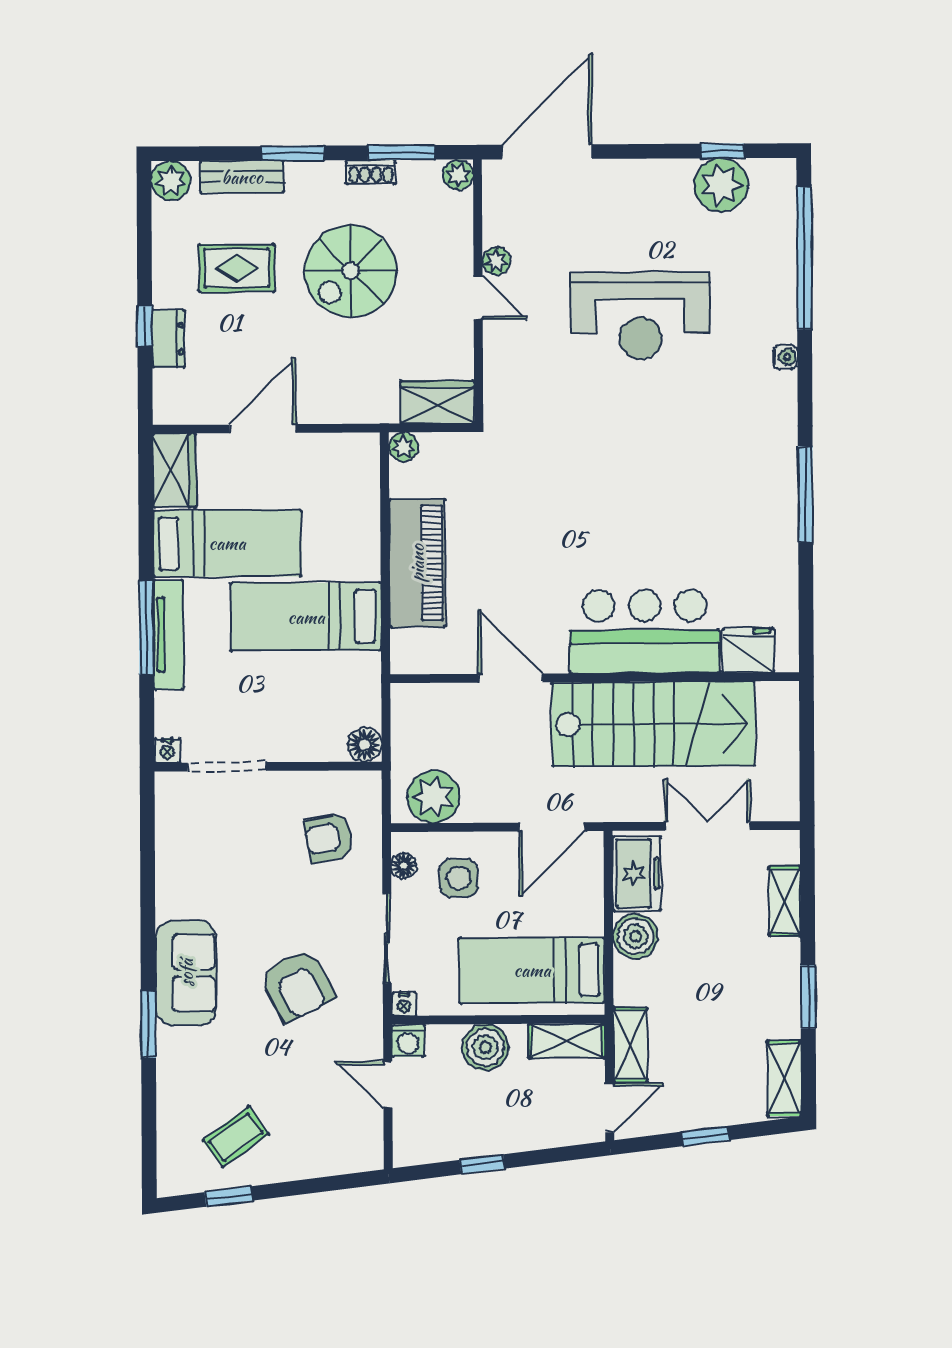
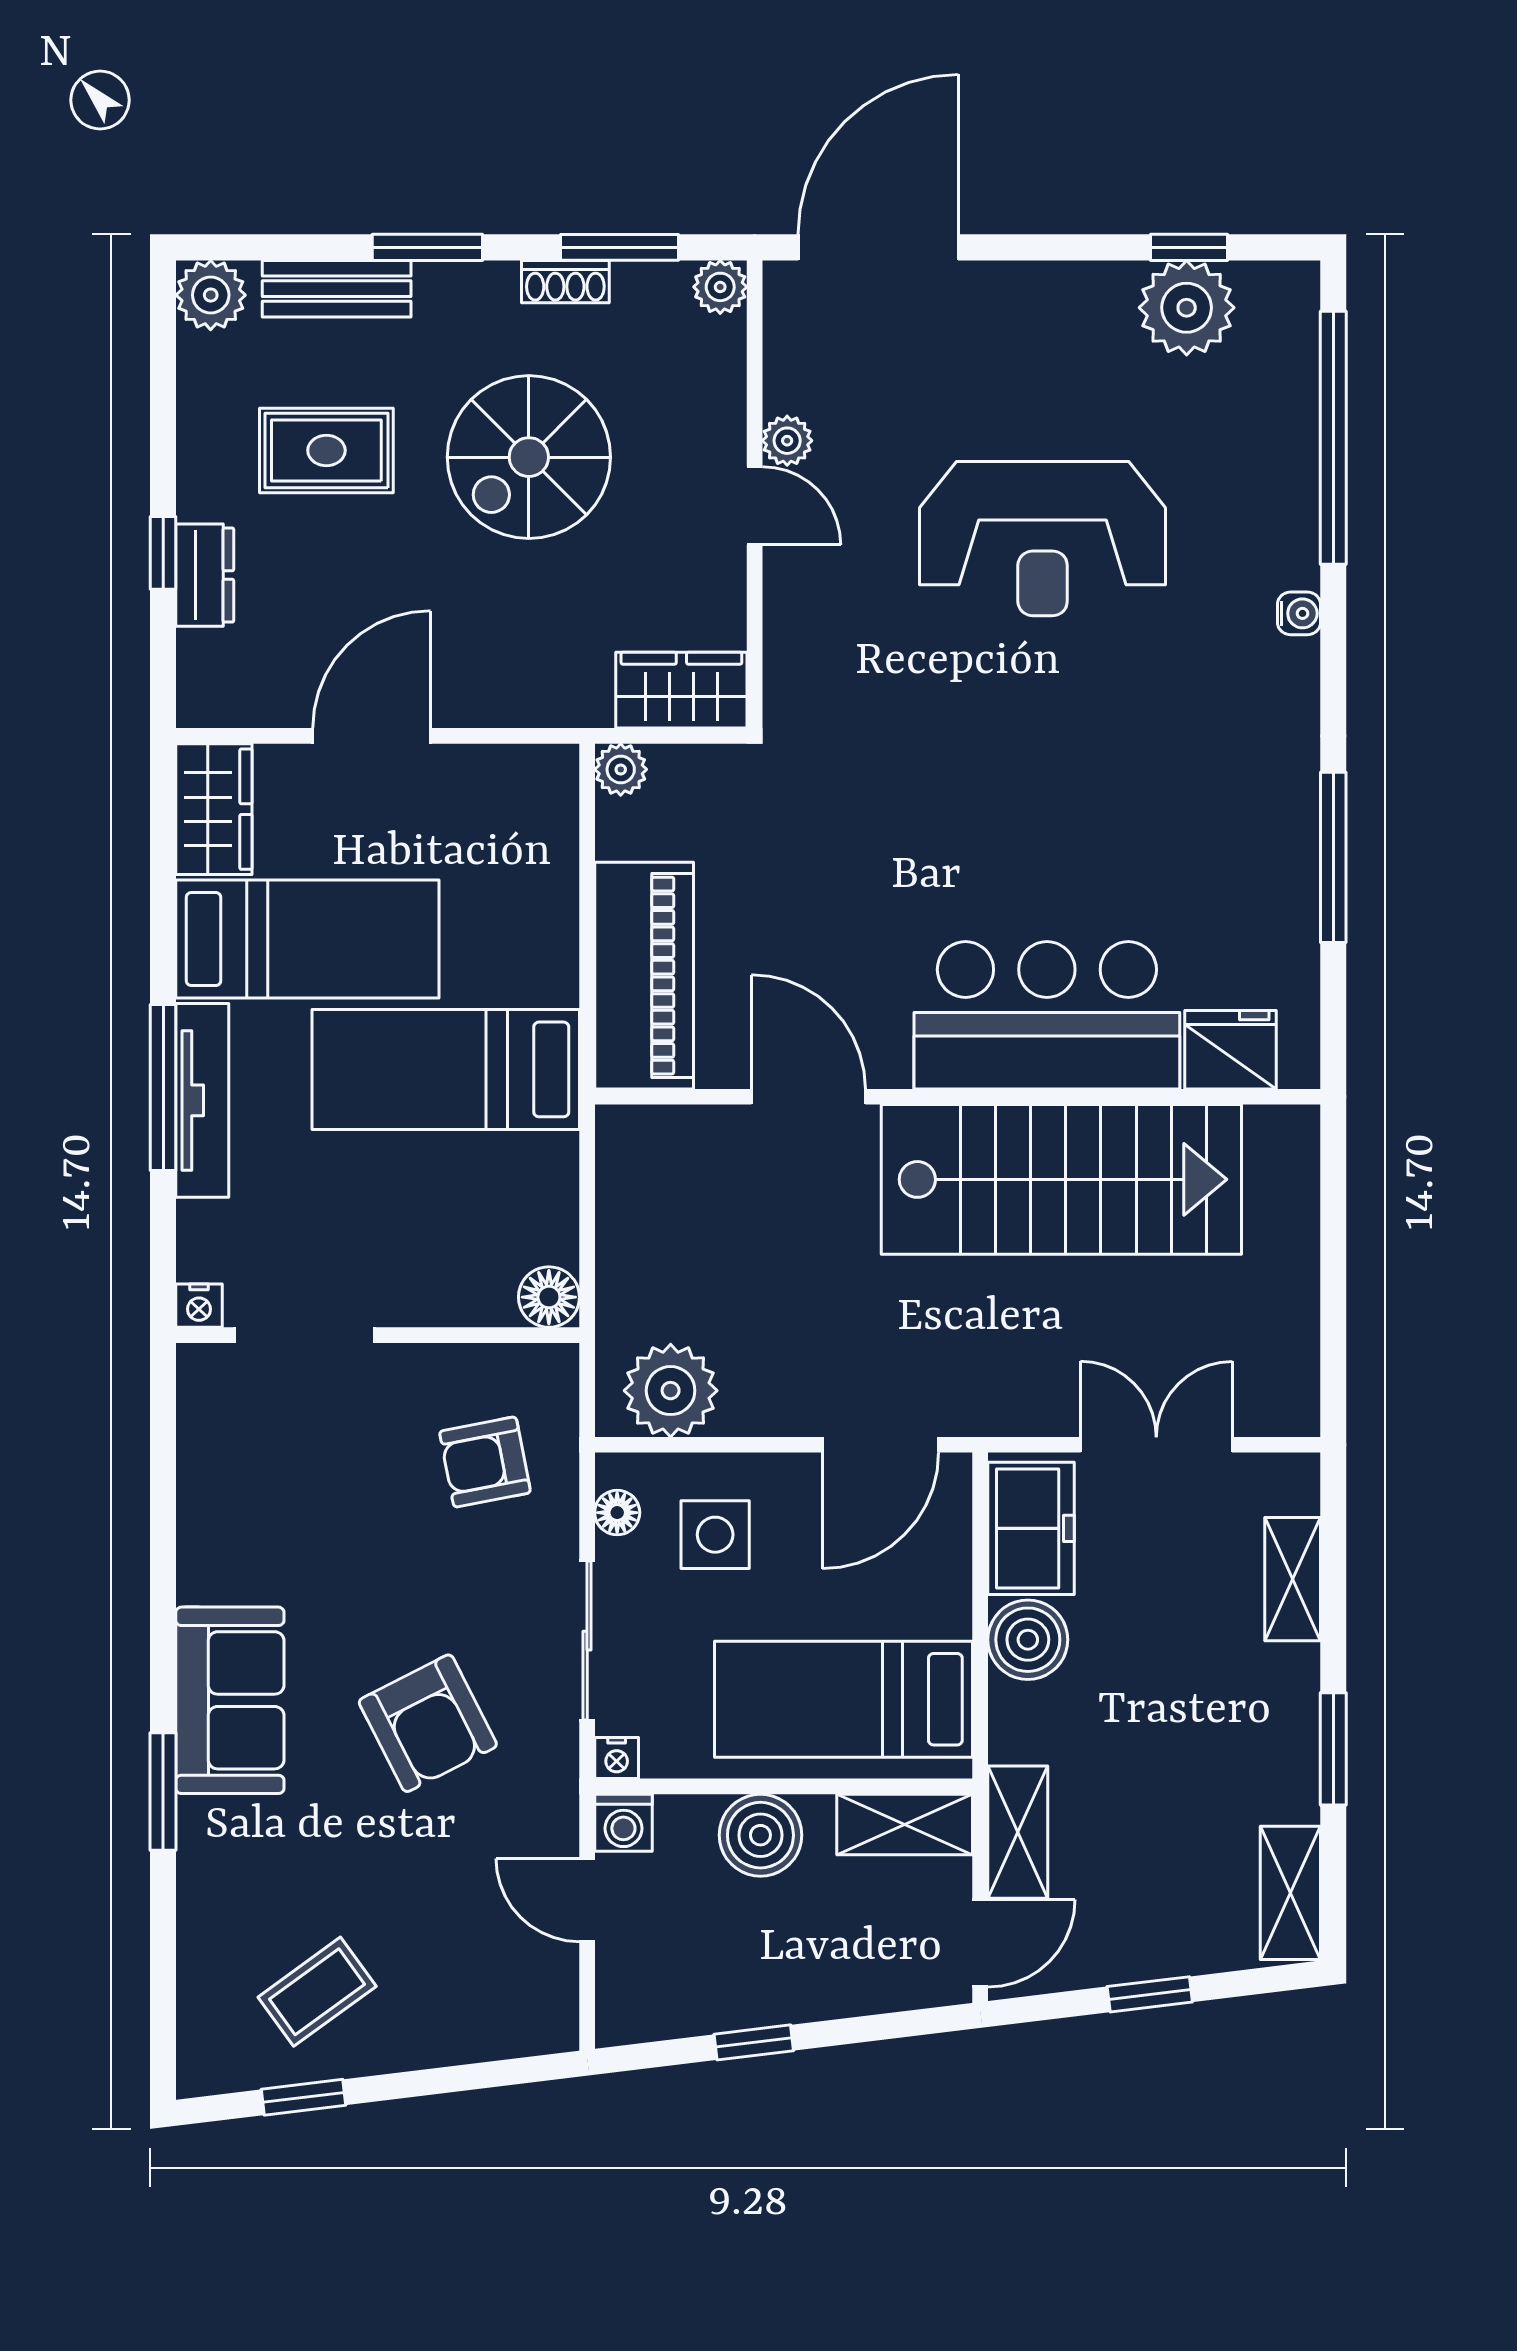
bar counter: (645, 631) -> (1047, 1015), moved
fridge: (748, 650) -> (1230, 1050), moved
door: (510, 678) -> (808, 1097), moved
wall: (595, 678) -> (958, 1097), moved
stairs: (653, 724) -> (1061, 1179), moved

